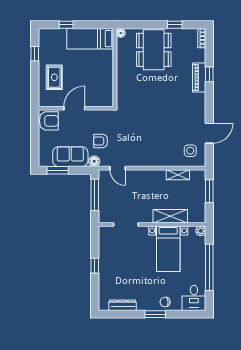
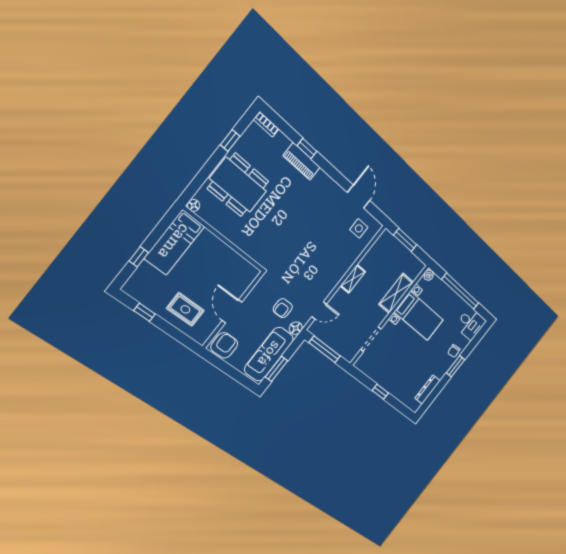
sofa: (70, 157) -> (269, 354), width x1.36
shelving: (178, 175) -> (353, 279), moved

